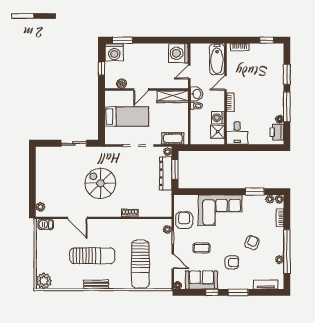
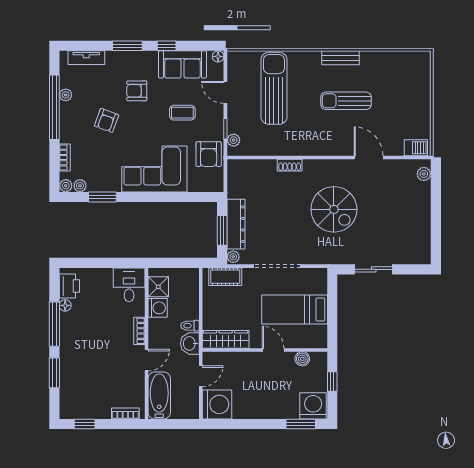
door: (141, 90) -> (273, 350), hinge flipped
sun lounger: (92, 256) -> (346, 101), width x0.73, depth x0.75
plant: (44, 281) -> (419, 63), removed

